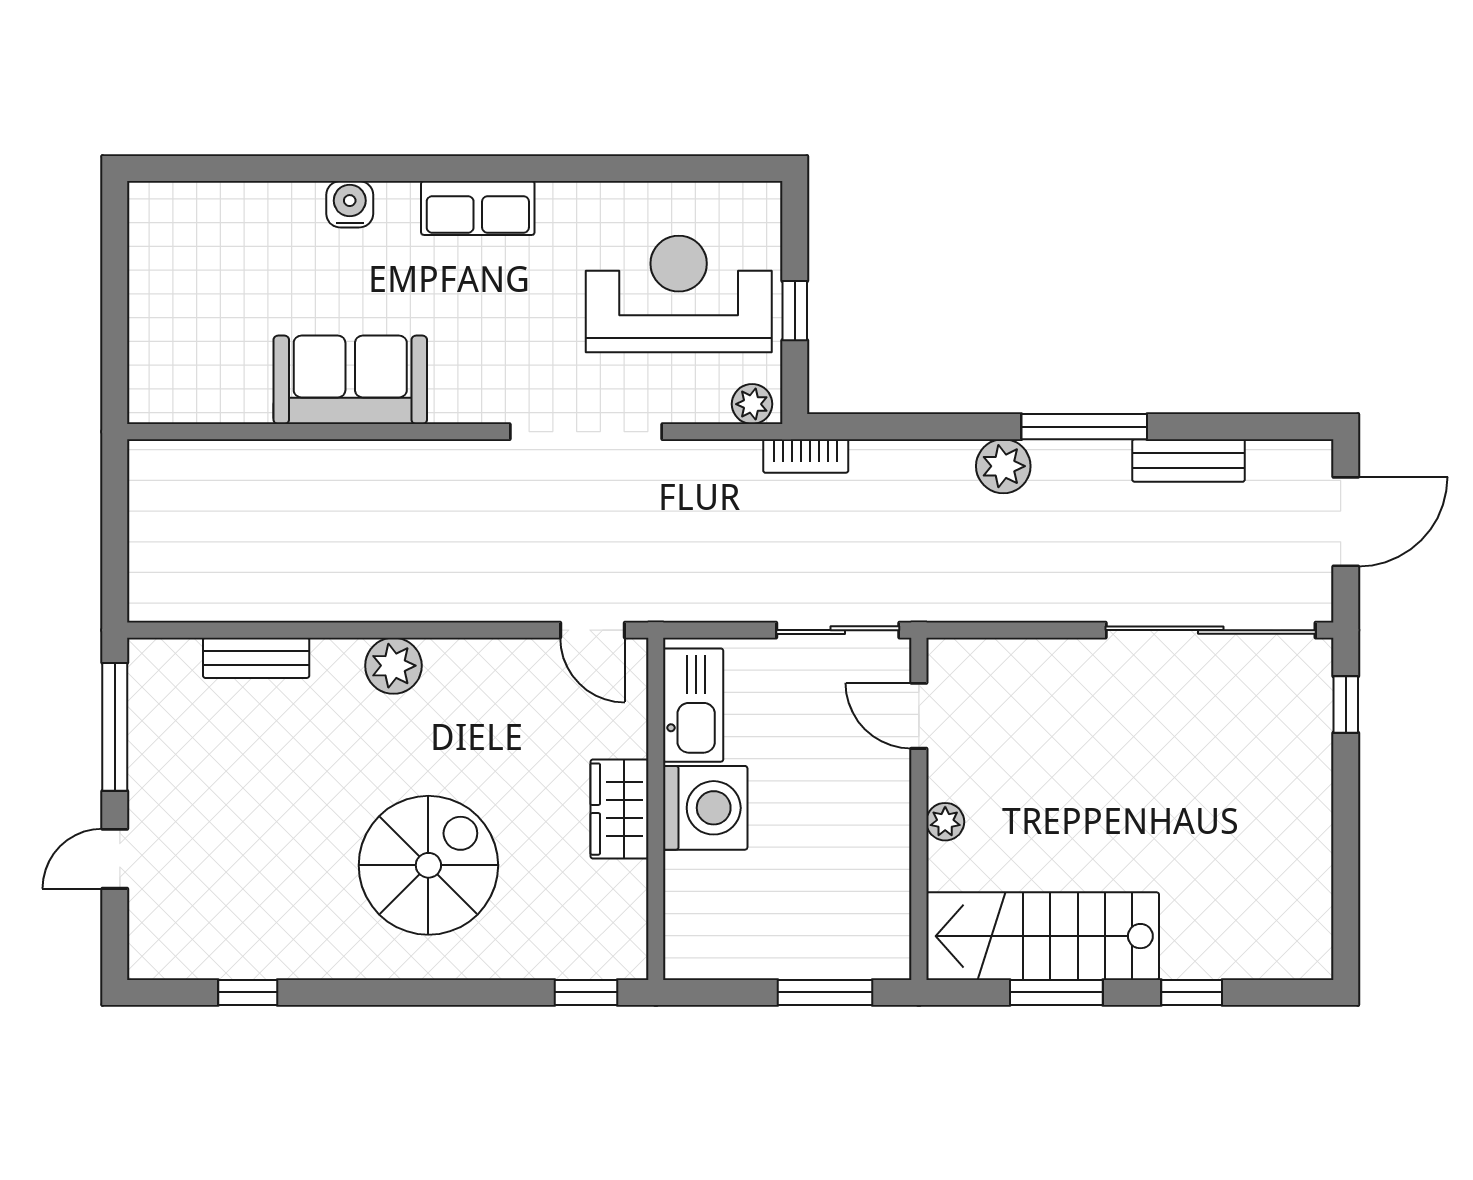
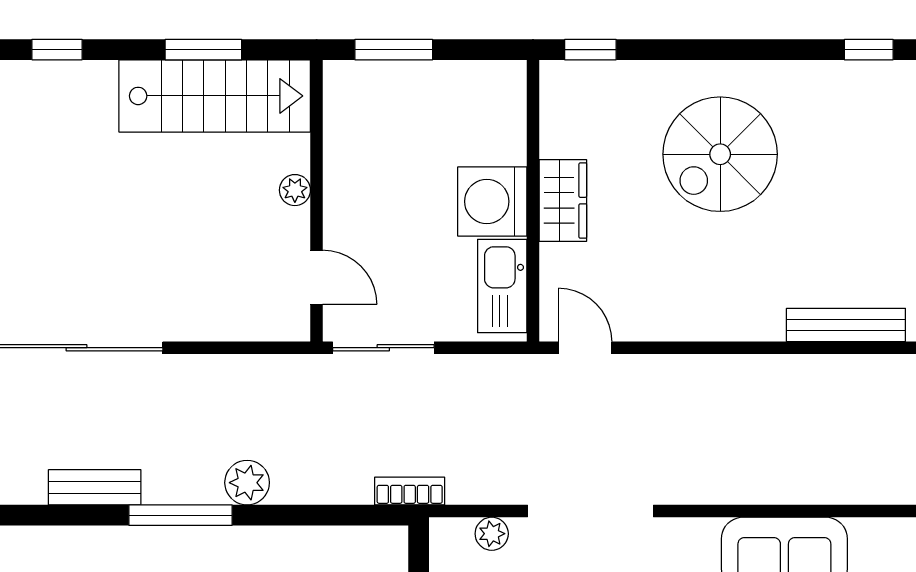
plant: (752, 404) -> (492, 534), moved
bench: (256, 658) -> (846, 325), width x1.36
plant: (393, 666) -> (749, 318), removed
window: (1192, 992) -> (57, 50), moved

